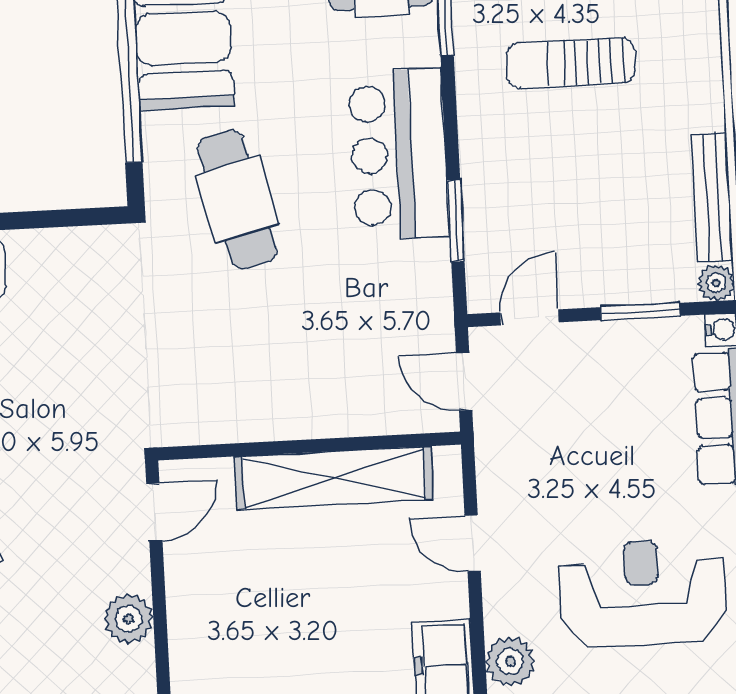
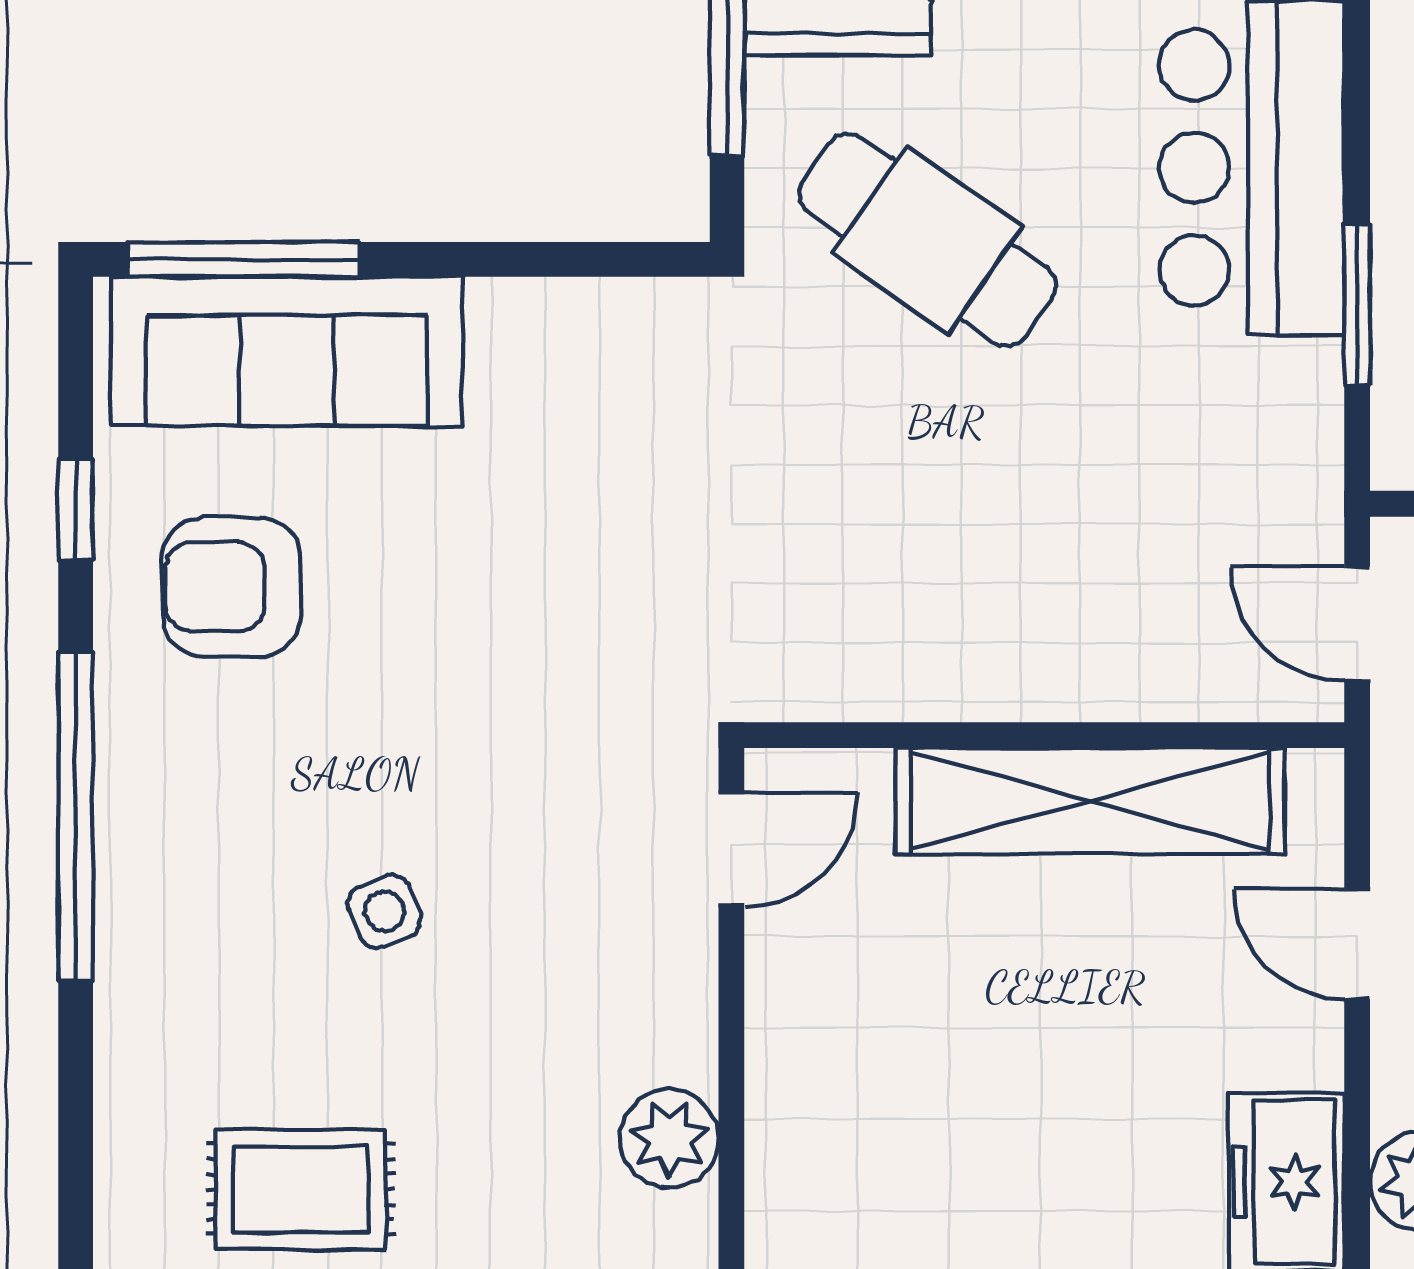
cafe table: (237, 199) -> (927, 240), turned -41
plant: (128, 619) -> (669, 1139), moved

